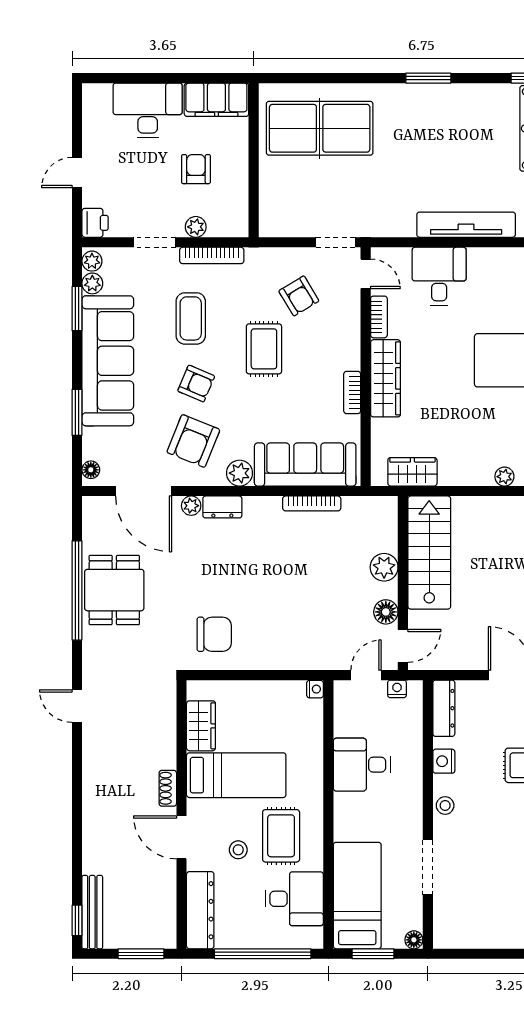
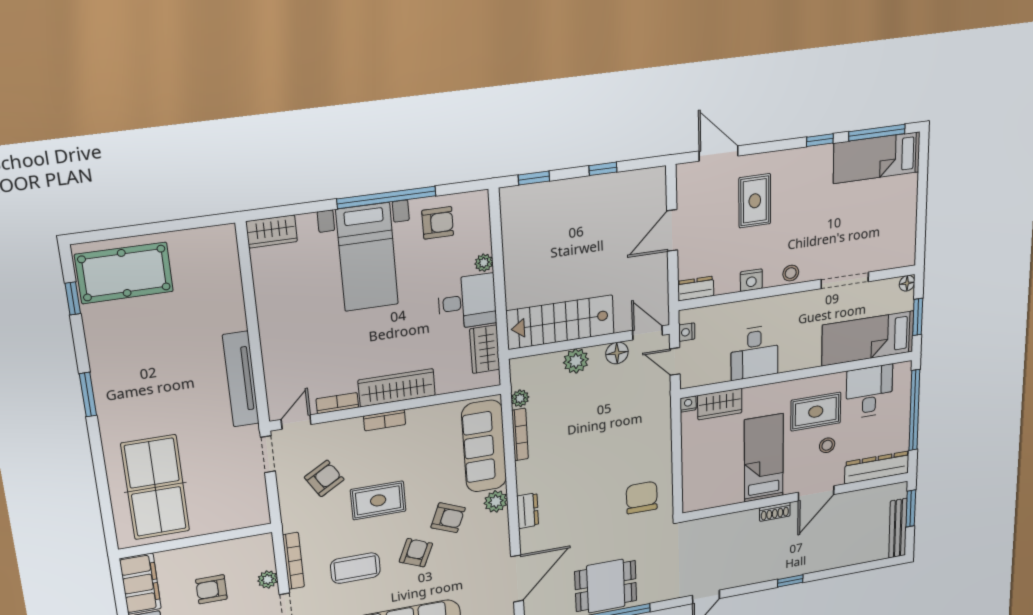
tv unit: (466, 225) -> (241, 379), moved
desk: (439, 276) -> (467, 302), moved, turned 180
bookcase: (352, 392) -> (385, 420), moved
armchair: (193, 441) -> (448, 518), moved, width x0.72, depth x0.72
plant: (191, 506) -> (520, 398), moved
dresser: (444, 708) -> (696, 288), width x0.70
wardrobe: (201, 726) -> (720, 404), moved, turned 180
bench: (92, 912) -> (898, 528), moved, turned 90
window: (77, 920) -> (790, 581), moved

